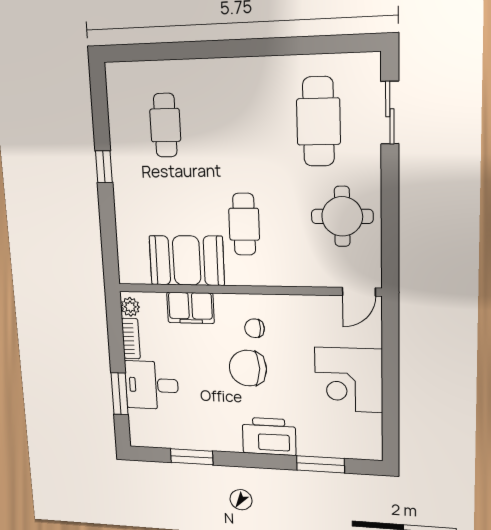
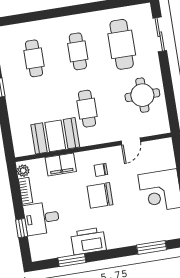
cafe table: (240, 123) -> (78, 51), added
door: (359, 292) -> (131, 141), moved
window: (120, 394) -> (22, 228), width x0.67
printer: (269, 436) -> (88, 241), moved

